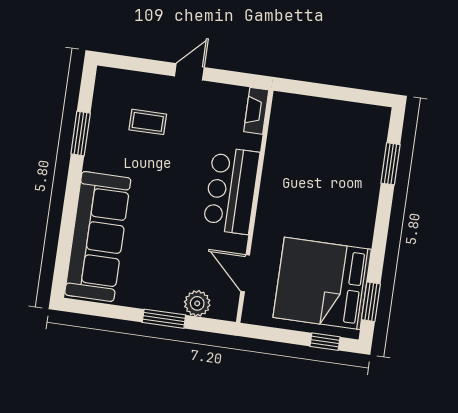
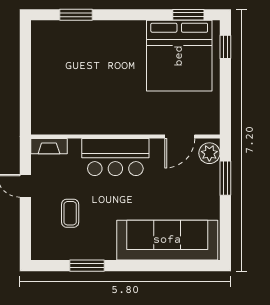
fireplace: (256, 111) -> (49, 146), moved
bar counter: (231, 190) -> (115, 157), moved
wall: (255, 206) -> (125, 137), moved
door: (245, 273) -> (180, 137), moved

